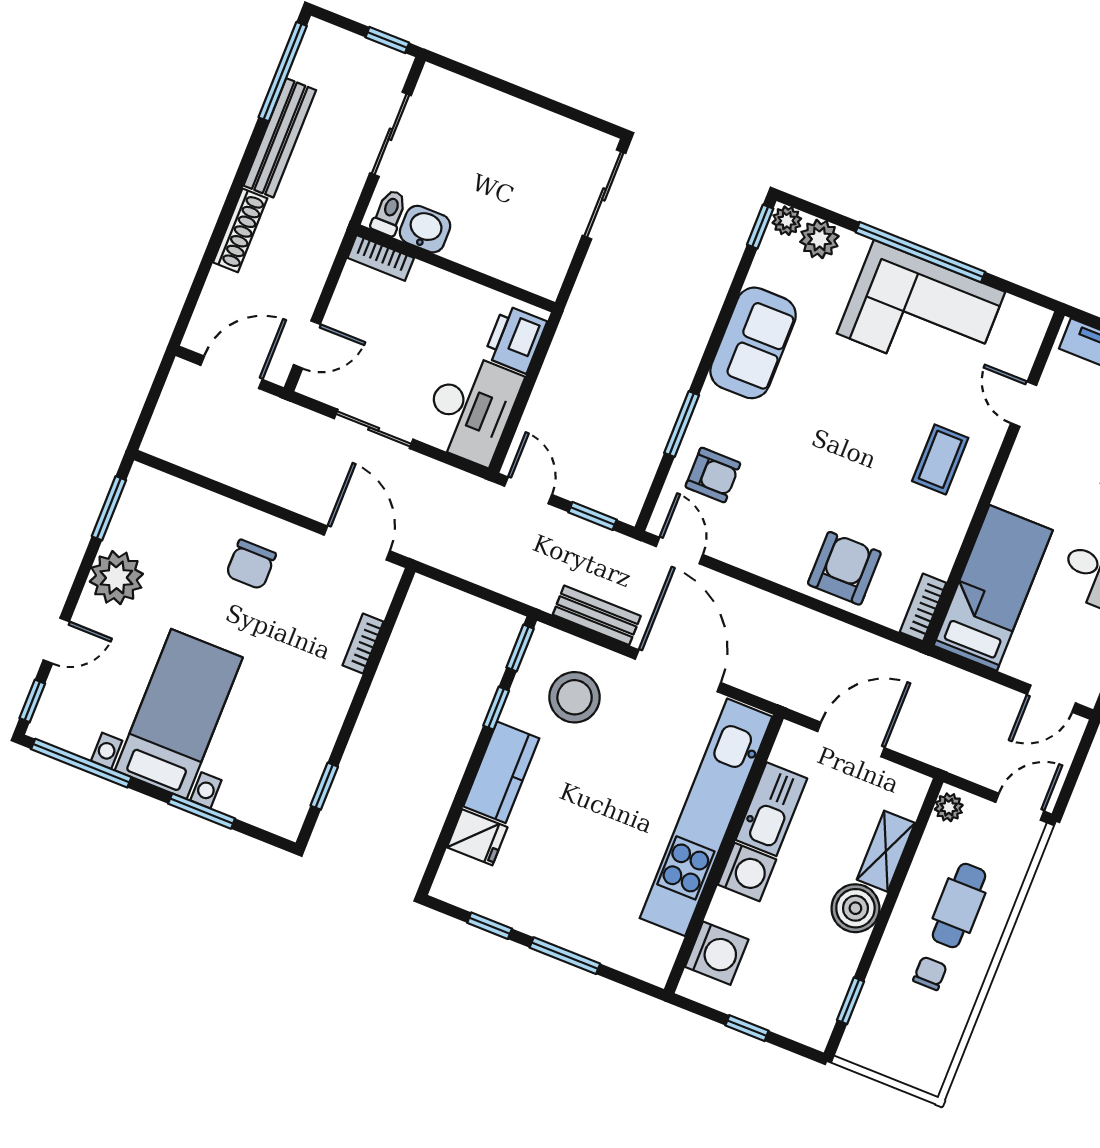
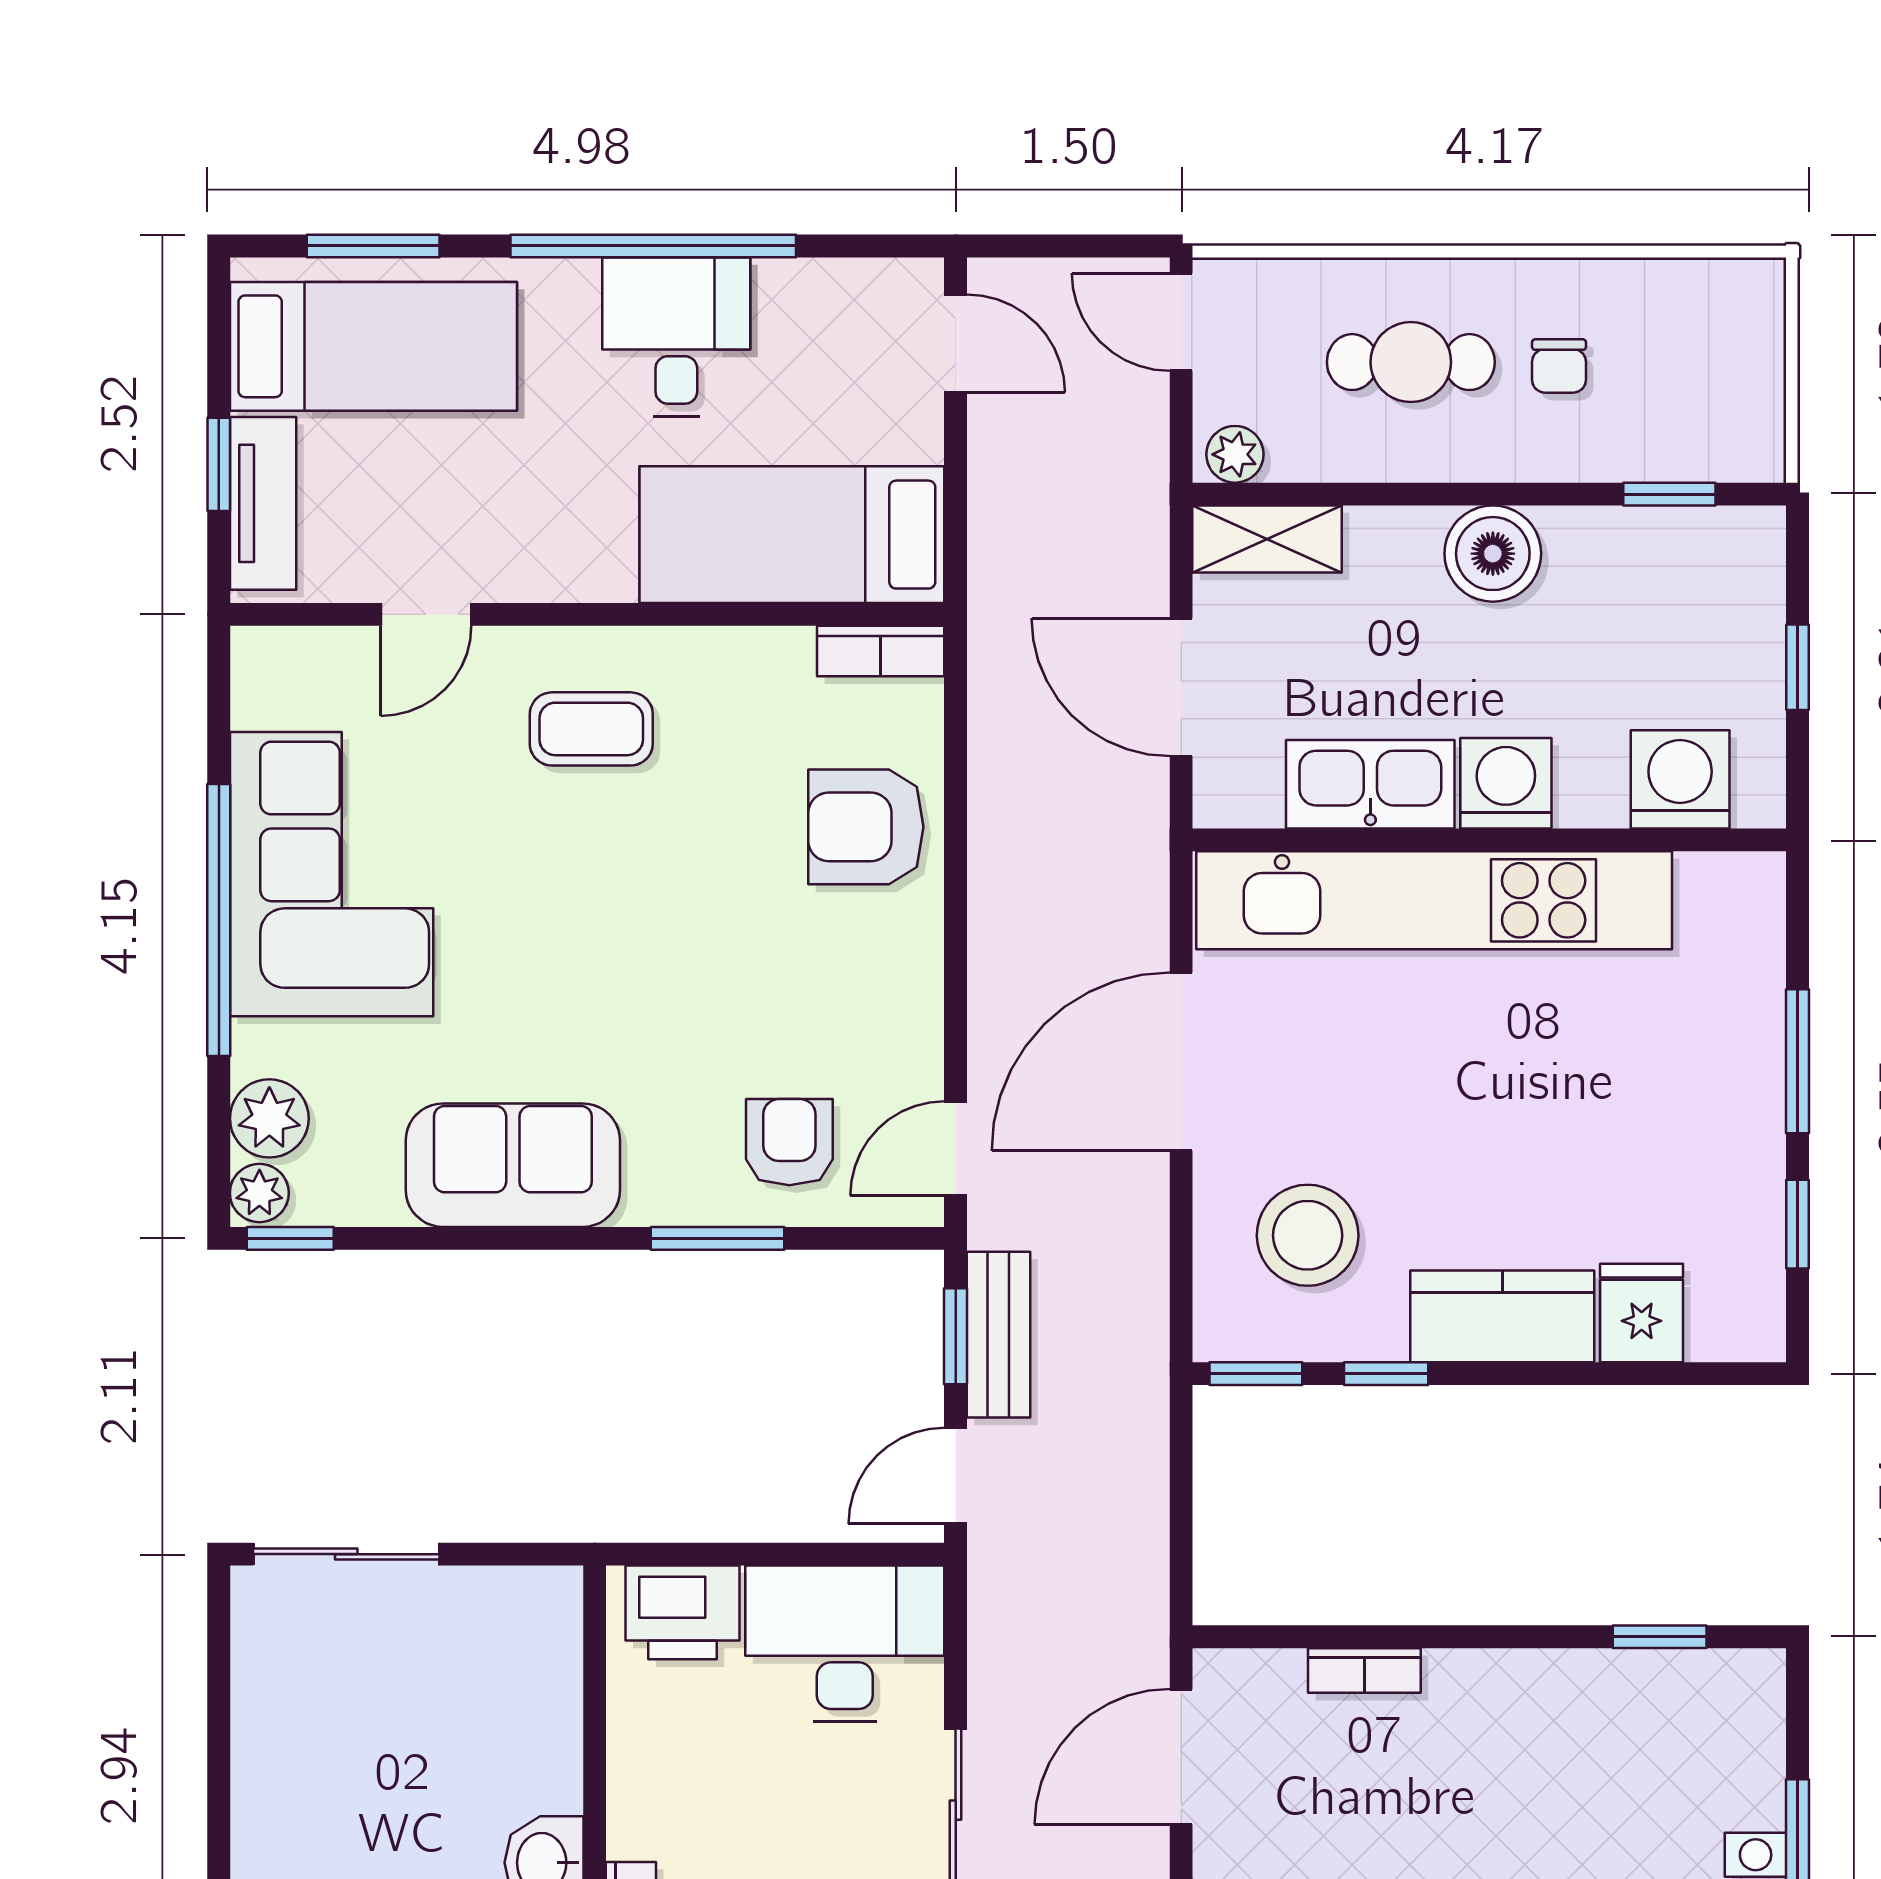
bench: (597, 615) -> (998, 1335), moved
shelving: (886, 851) -> (1267, 539), moved
chair: (930, 973) -> (1559, 366), turned -90

